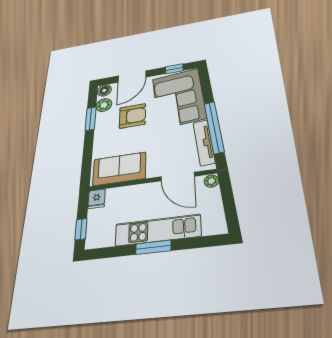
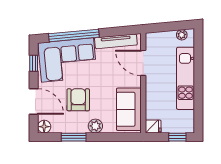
plant: (104, 105) -> (95, 126), moved
window: (214, 127) -> (74, 35), moved
door: (178, 176) -> (143, 63), swing flipped
plant: (211, 181) -> (182, 35), moved
window: (153, 247) -> (198, 82), removed

